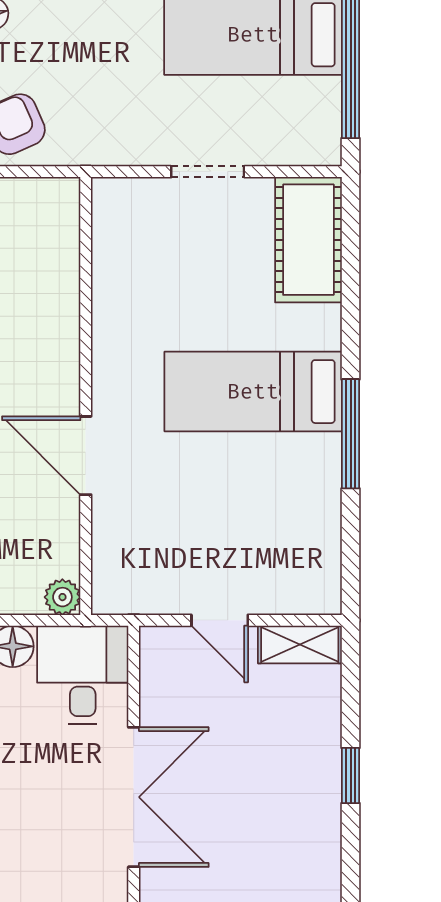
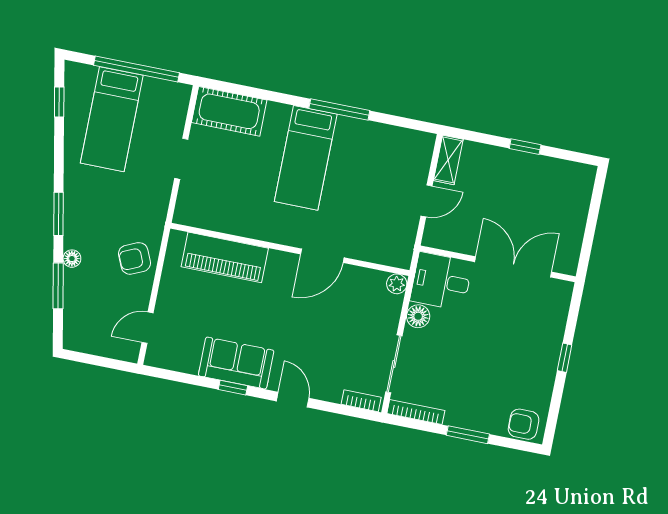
piano: (48, 284) -> (225, 257), added

